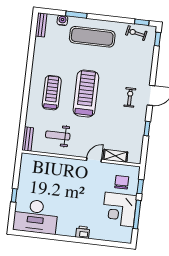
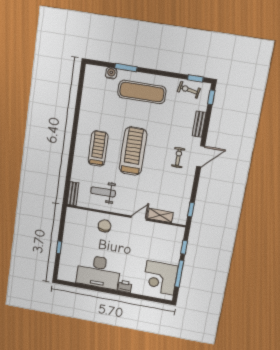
bench: (41, 25) -> (199, 124), moved
window: (147, 129) -> (191, 210), moved
chair: (122, 182) -> (105, 226), moved
corner desk: (119, 209) -> (160, 278), moved
desk: (36, 216) -> (98, 272), moved

